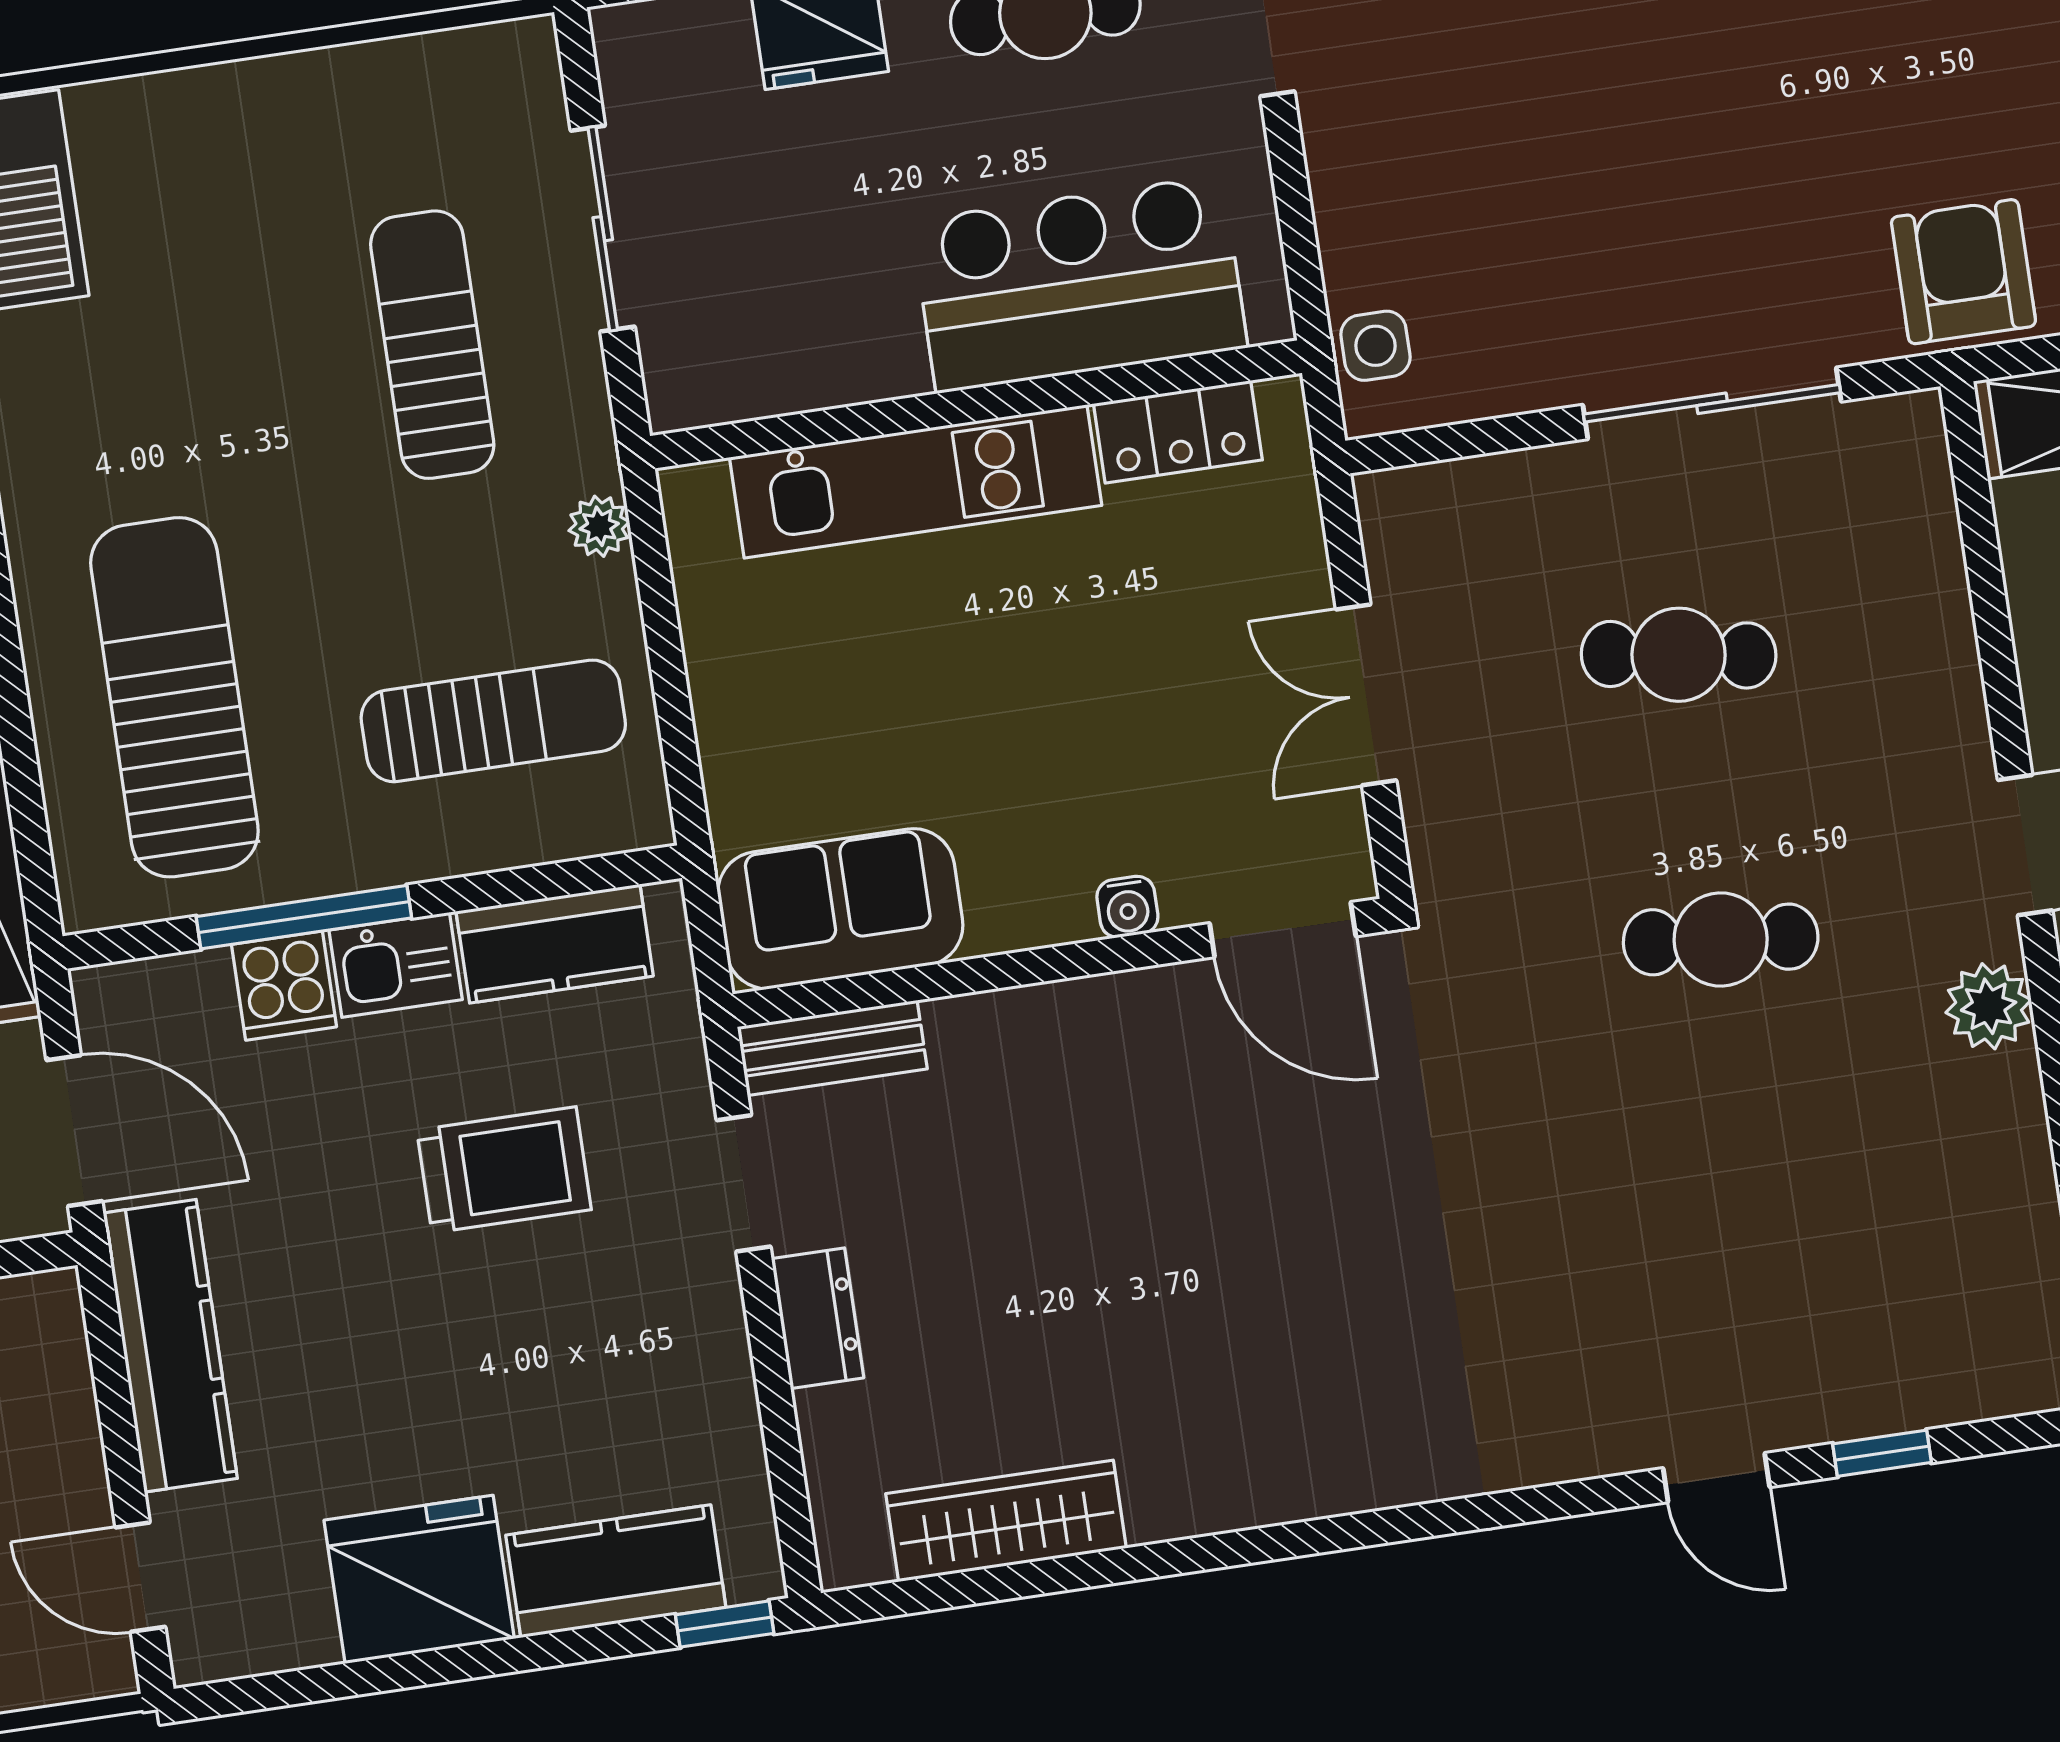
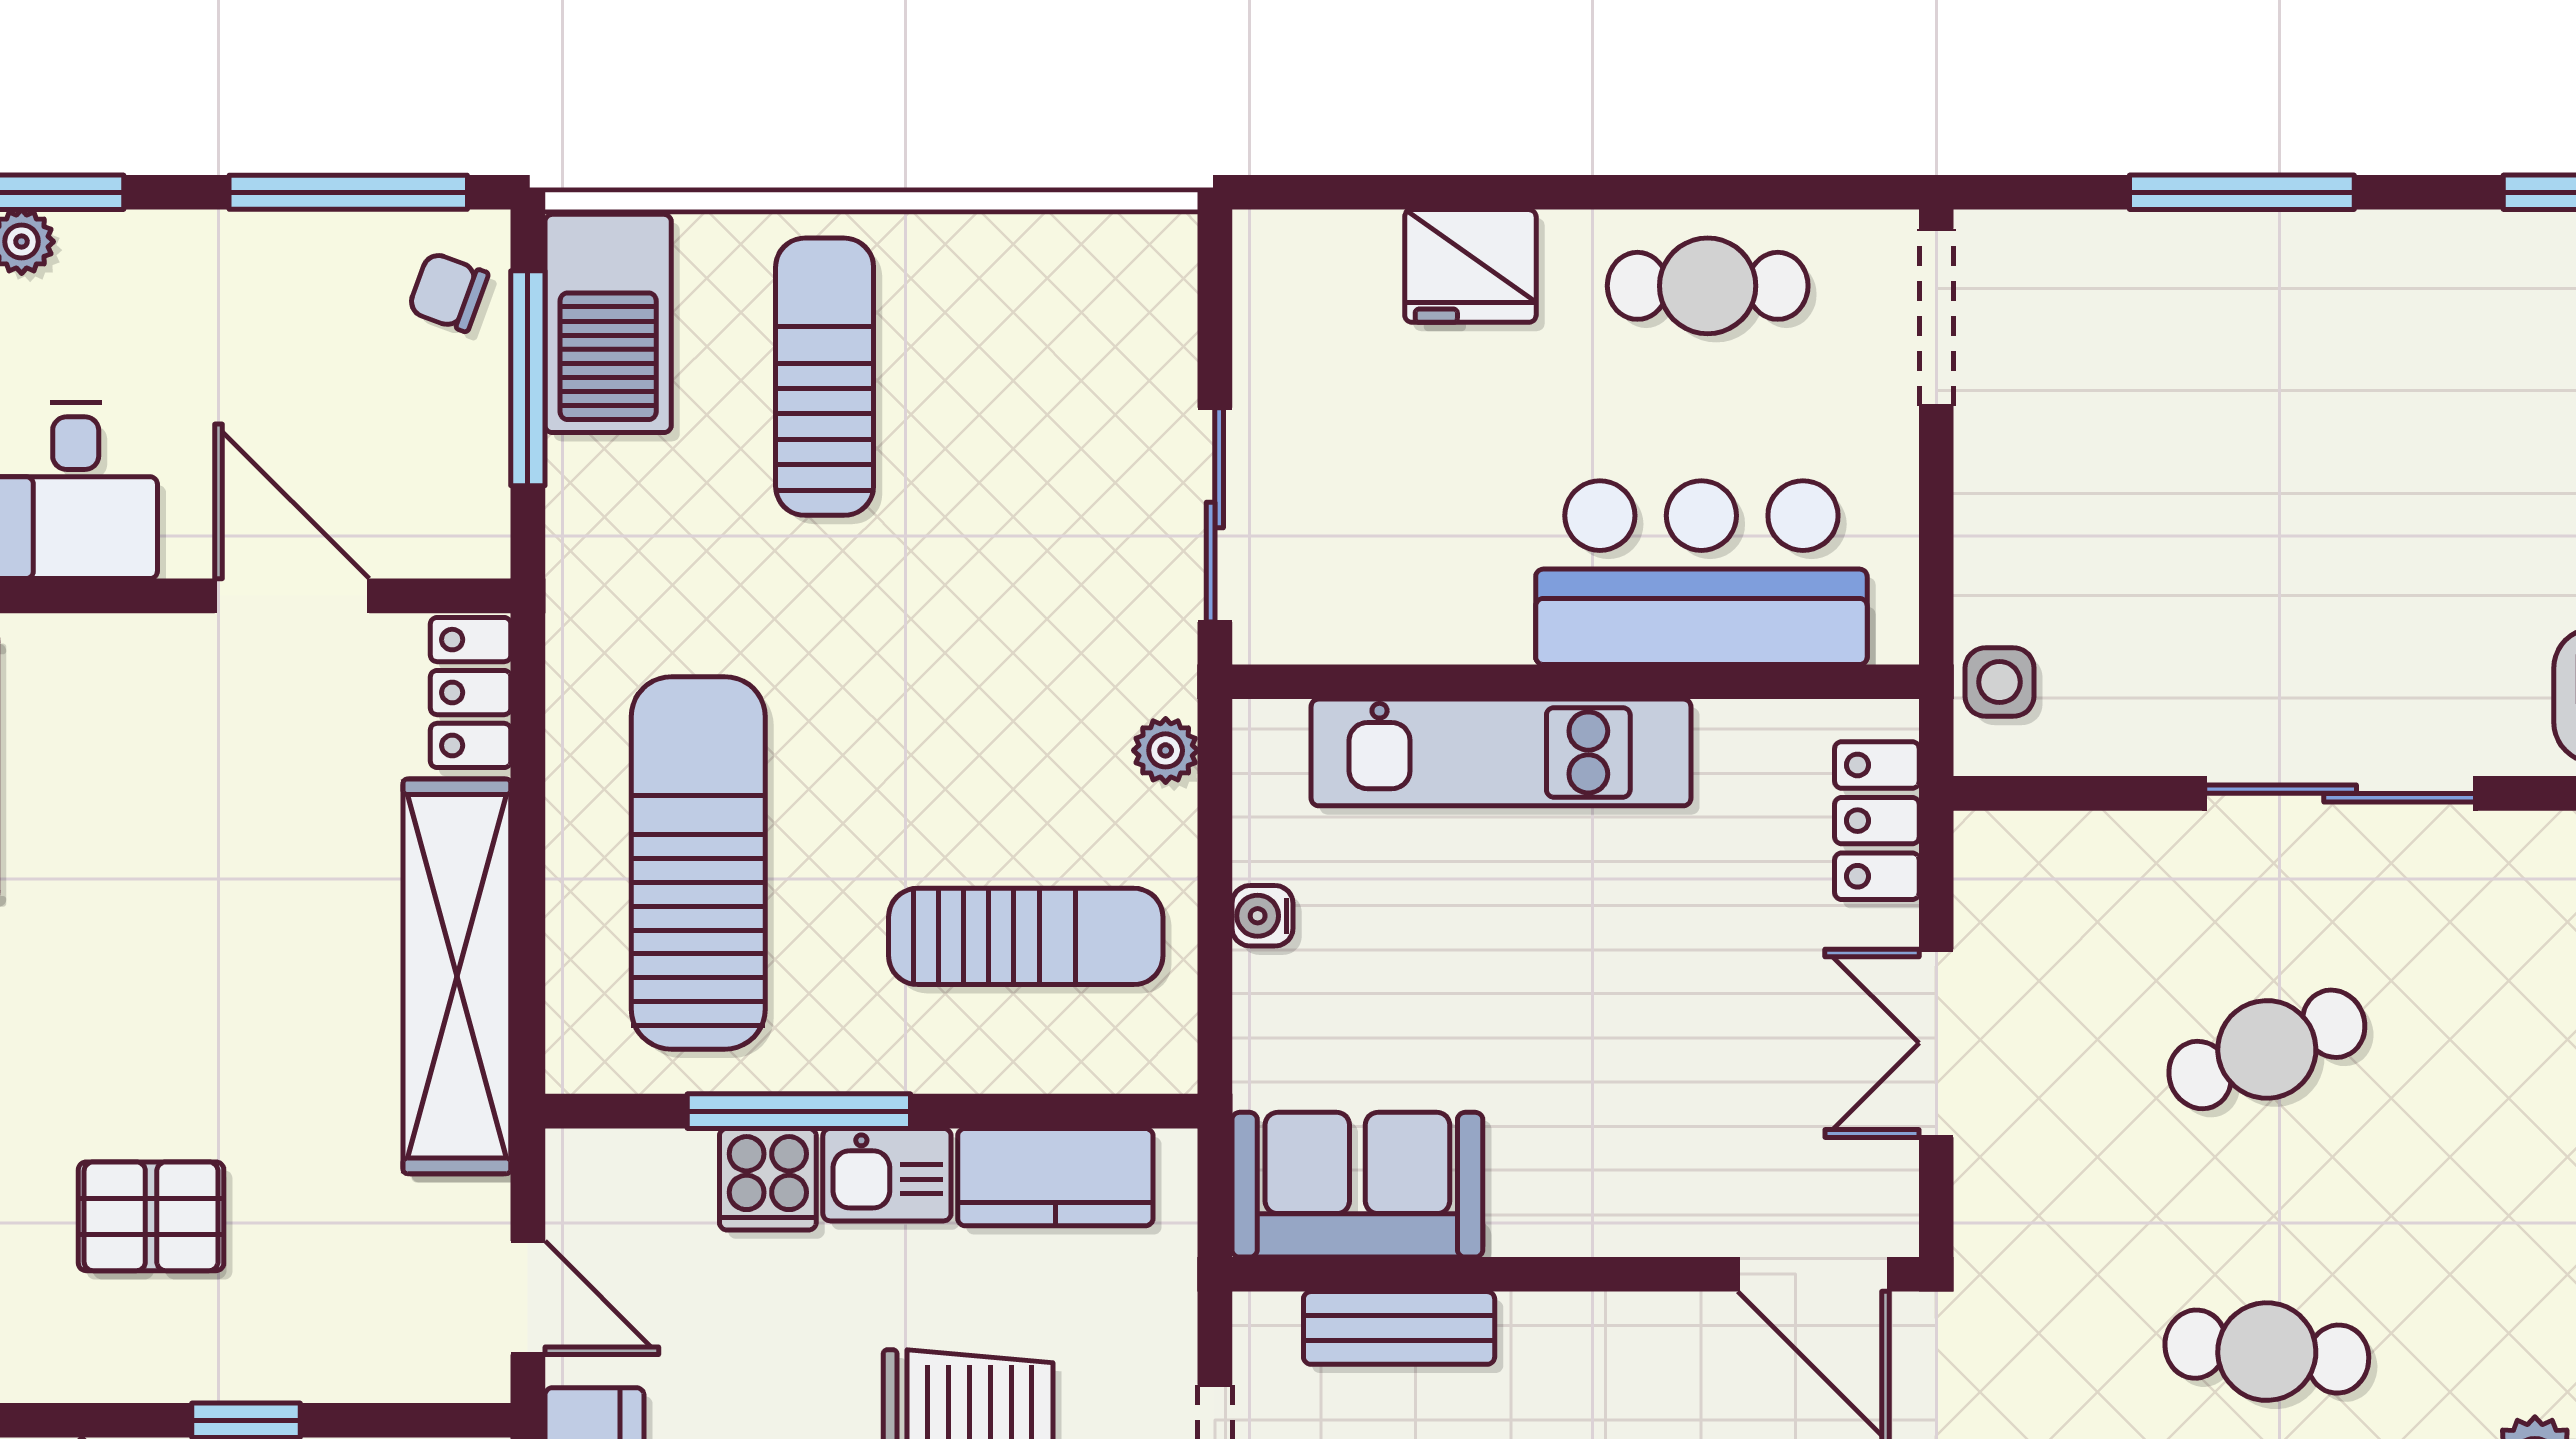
sliding door: (603, 229) -> (1215, 515), moved
sun lounger: (432, 345) -> (825, 377), moved
locker: (1178, 432) -> (1877, 821), moved, turned 90
cafe table: (1679, 655) -> (2267, 1049), turned -30
water cooler: (1127, 907) -> (1263, 916), moved, turned 90
bench: (832, 1048) -> (1399, 1328), moved
door: (74, 1131) -> (528, 1298), width x0.73

